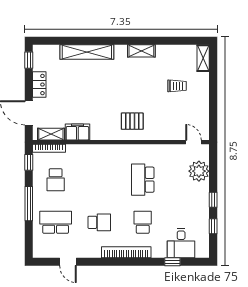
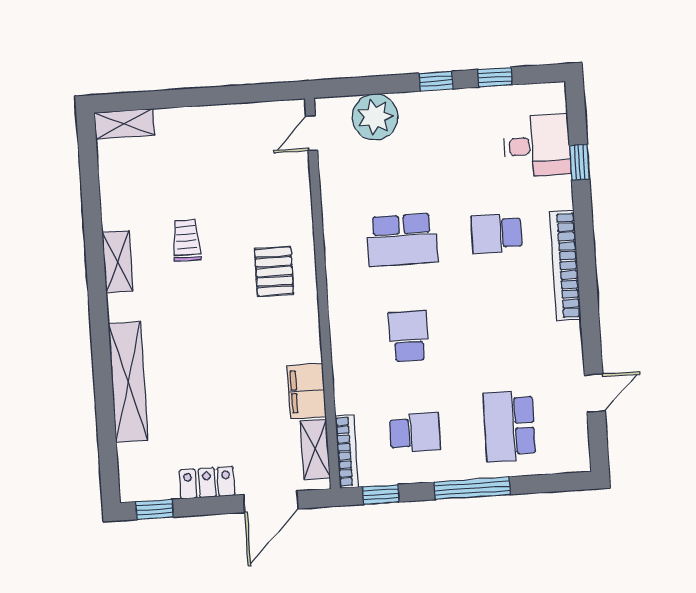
trolley: (177, 86) -> (186, 240), moved
school desk: (99, 222) -> (409, 336), moved

